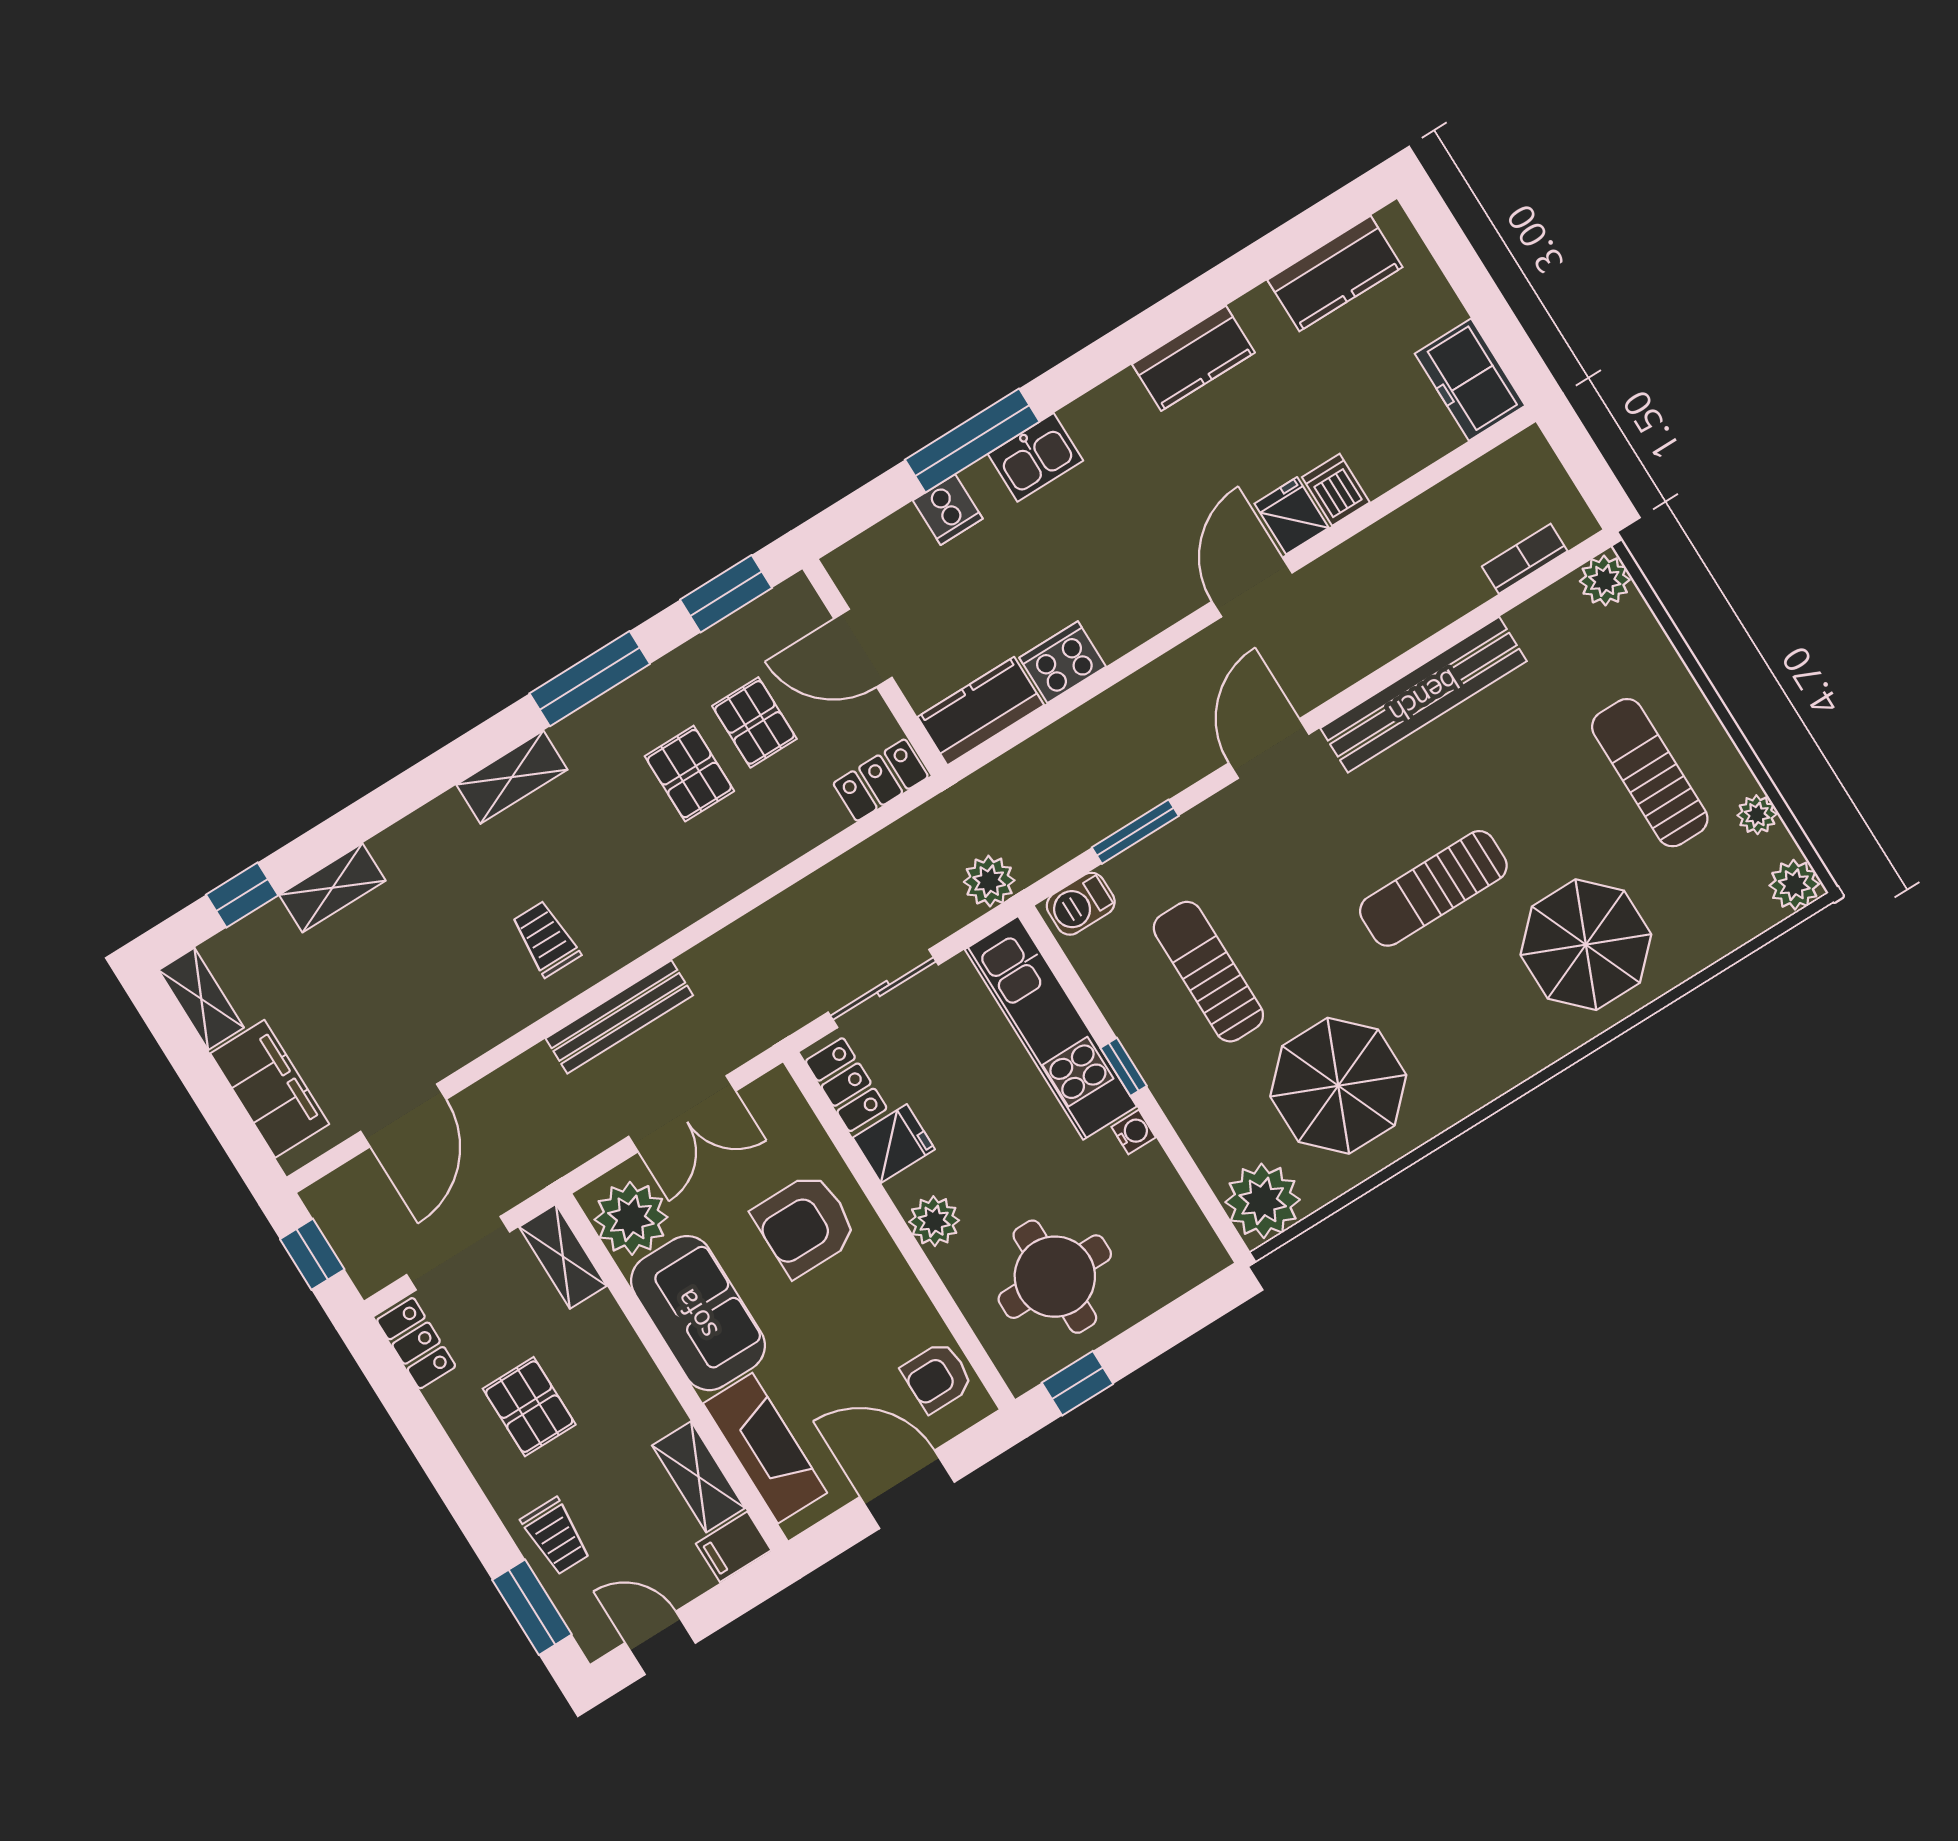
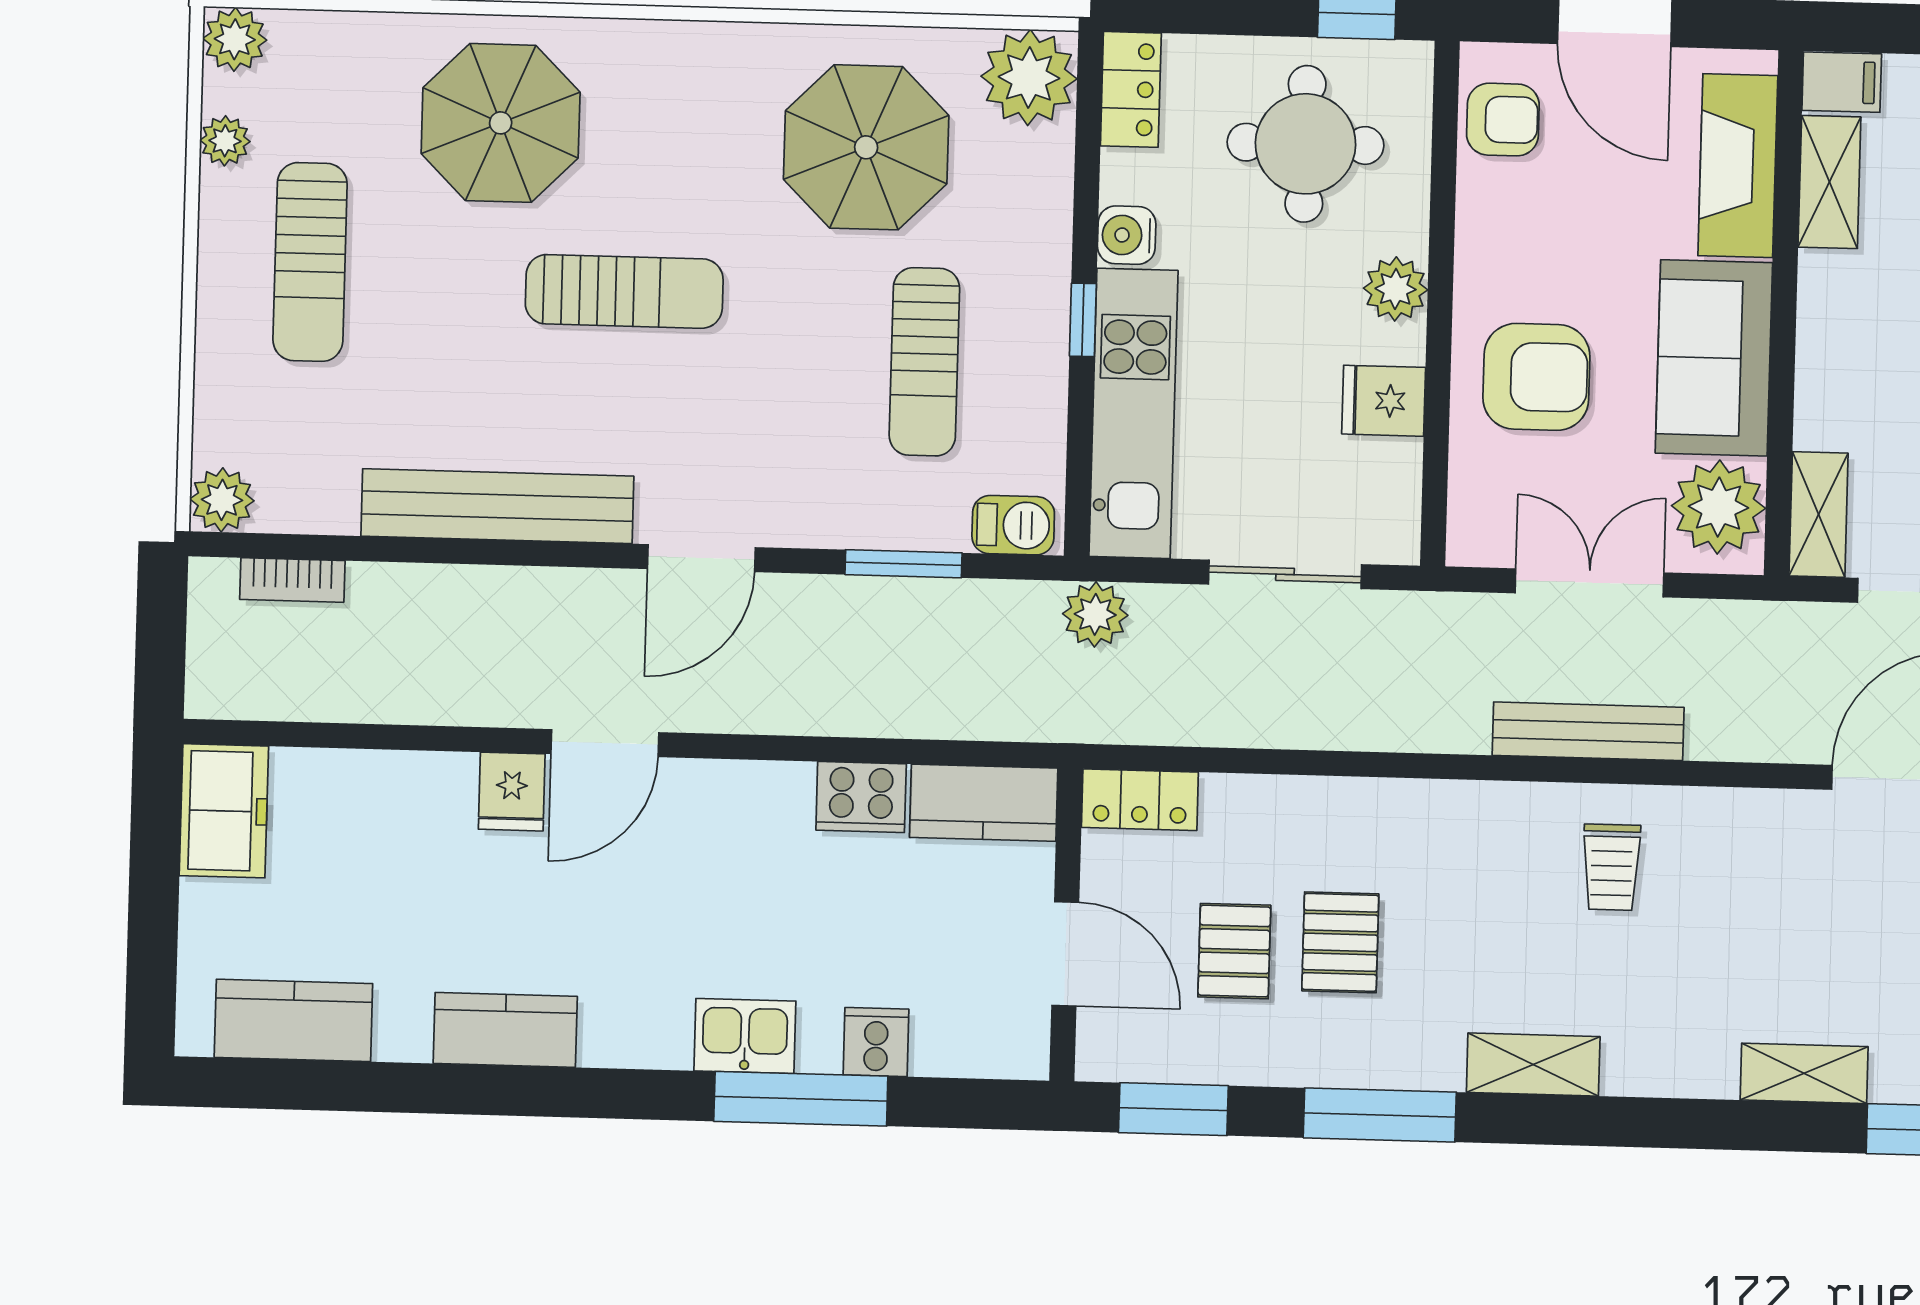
dishwasher: (1336, 490) -> (446, 788), removed
locker: (846, 1085) -> (1131, 89), moved, turned 180
water cooler: (1134, 1132) -> (1127, 235), width x1.38, depth x1.38

